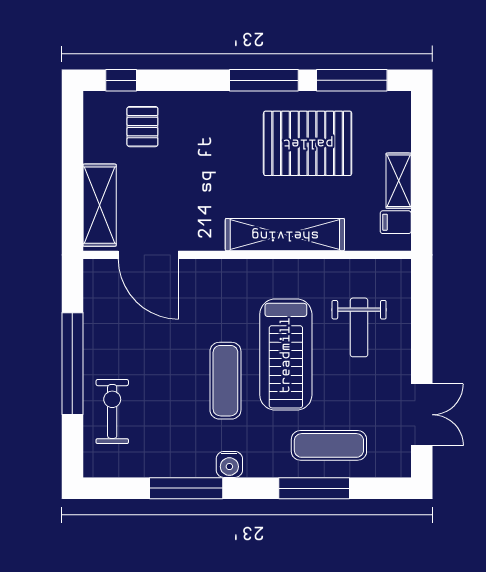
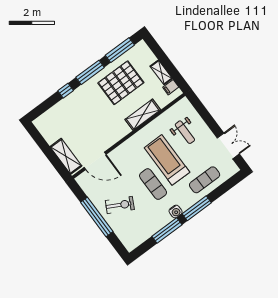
window: (121, 80) -> (66, 91), moved
pallet: (142, 127) -> (61, 119), removed
shelving: (285, 235) -> (143, 115), width x0.68
treadmill: (286, 355) -> (167, 160), turned 180
exercise bike: (112, 412) -> (120, 205), moved, turned 118
window: (314, 488) -> (197, 208), moved

